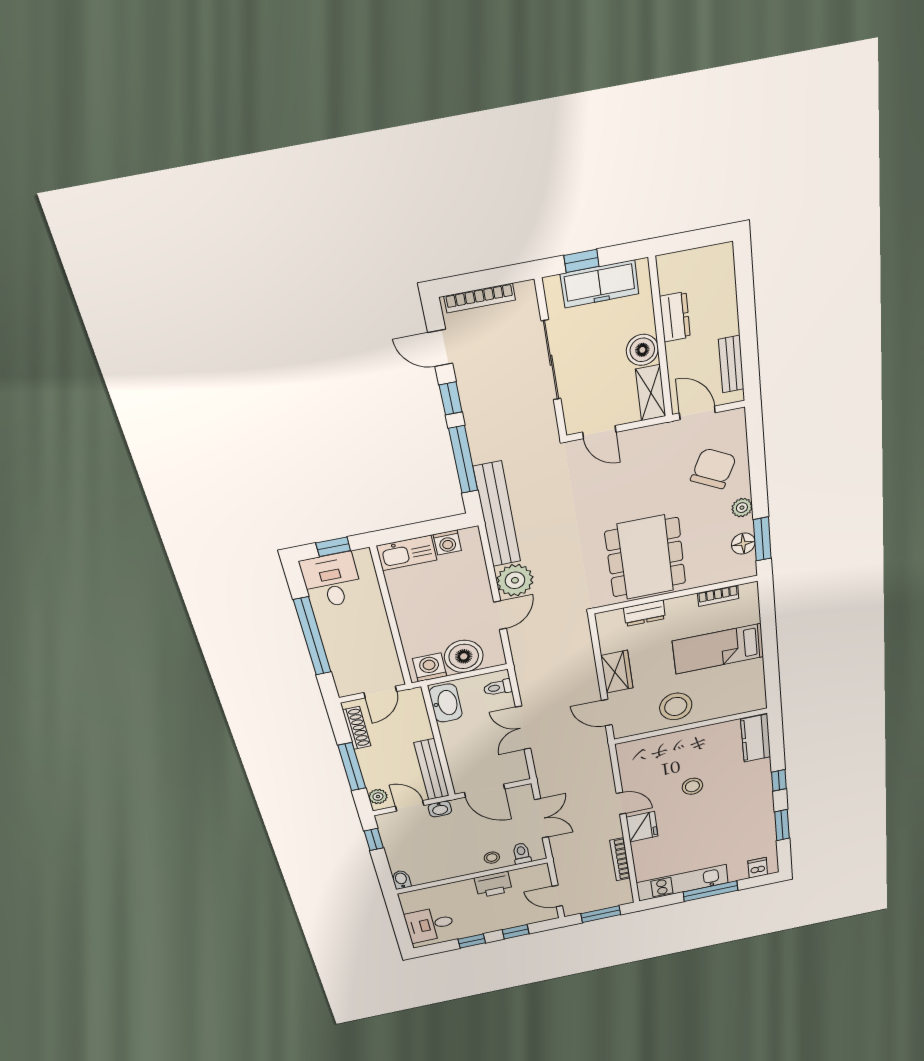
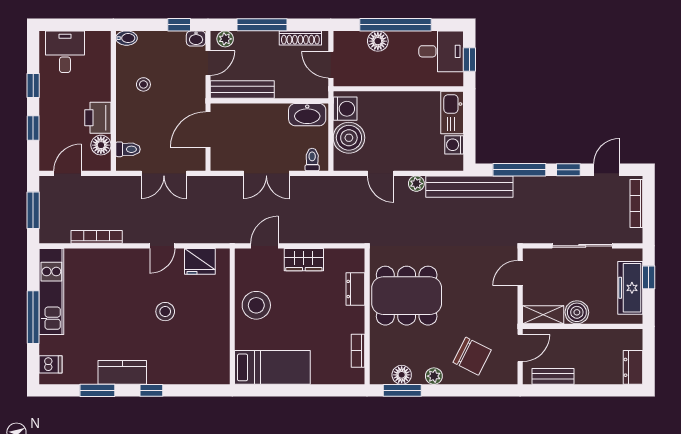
dresser: (675, 317) -> (633, 367), moved, turned 90
plant: (515, 580) -> (416, 184), width x0.53, depth x0.53
bed: (718, 649) -> (272, 367), moved, turned 90
floor lamp: (338, 651) -> (378, 41), added
double door: (523, 728) -> (266, 173), swing flipped
kitchen counter: (756, 738) -> (122, 372), moved
washbasin: (440, 809) -> (196, 39), moved, turned -90
fridge: (642, 827) -> (200, 261), moved
stool: (492, 858) -> (143, 84), moved
floor lamp: (522, 876) -> (101, 145), added

